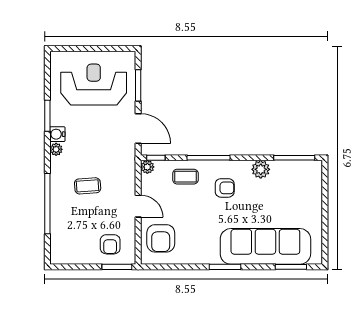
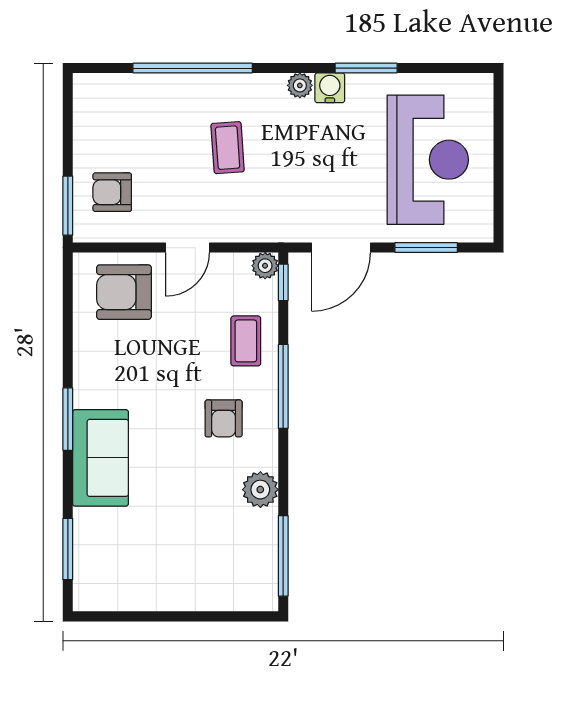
sofa: (265, 246) -> (101, 458), width x0.54, depth x0.79

